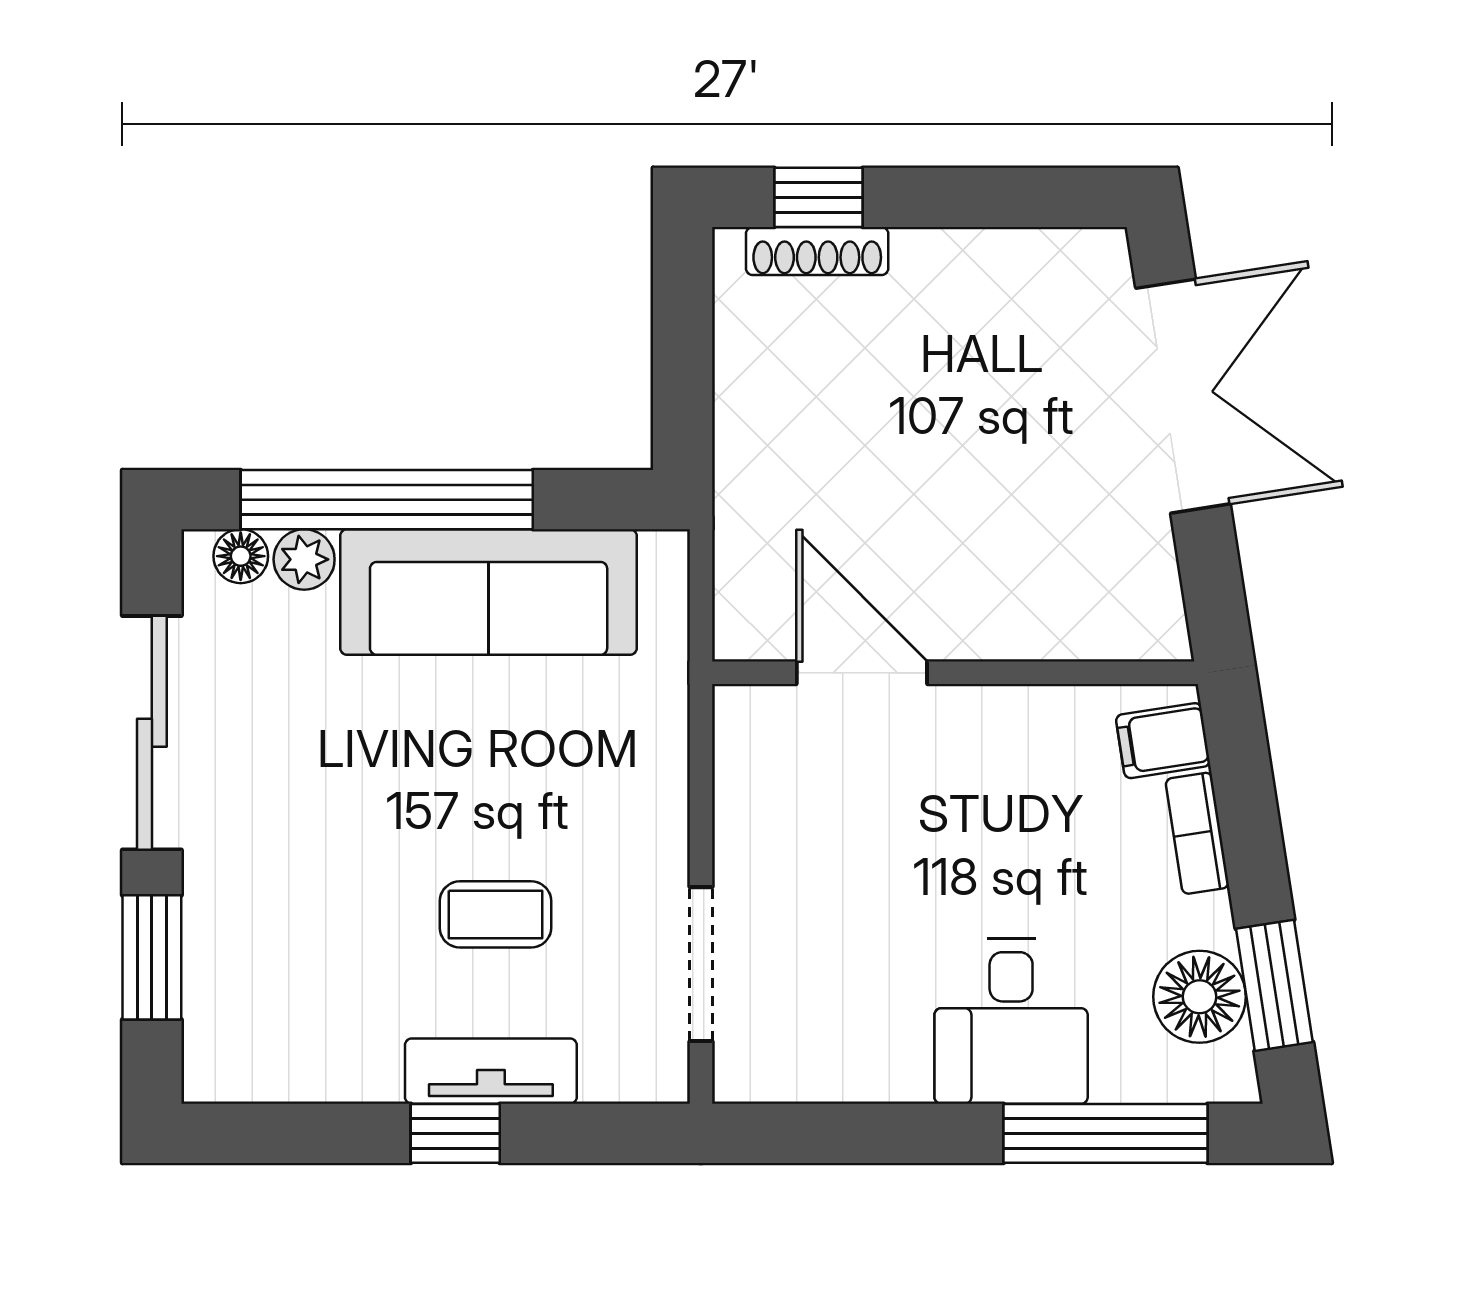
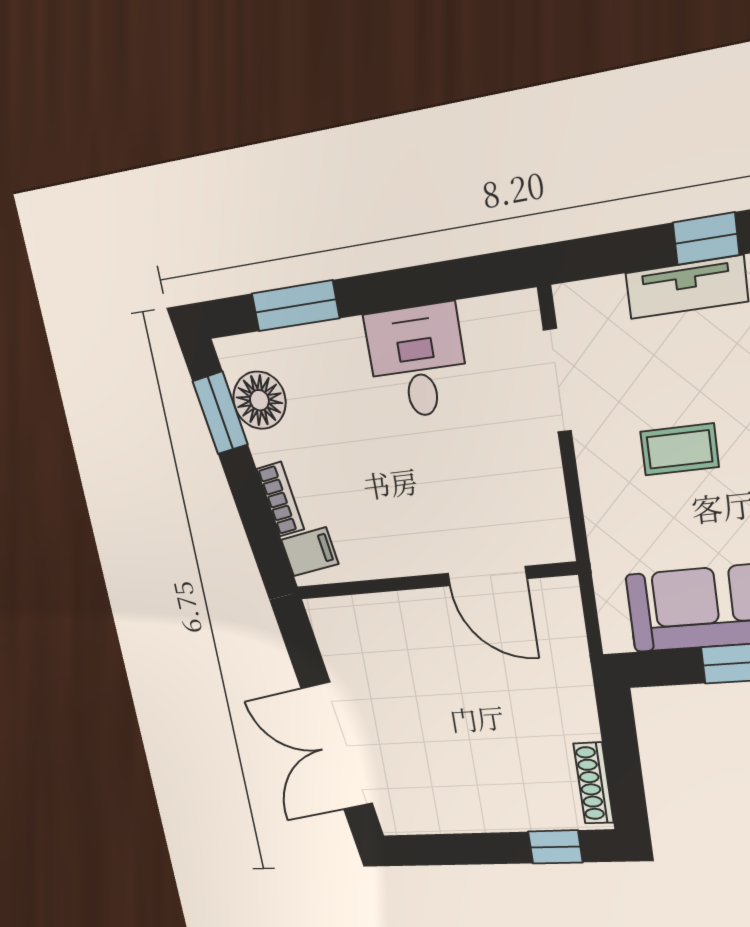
shoe rack: (817, 251) -> (594, 783), moved, turned -90
coffee table: (495, 914) -> (679, 449), moved
desk: (1011, 1021) -> (417, 362), moved
window: (1105, 1133) -> (295, 306), width x0.69

